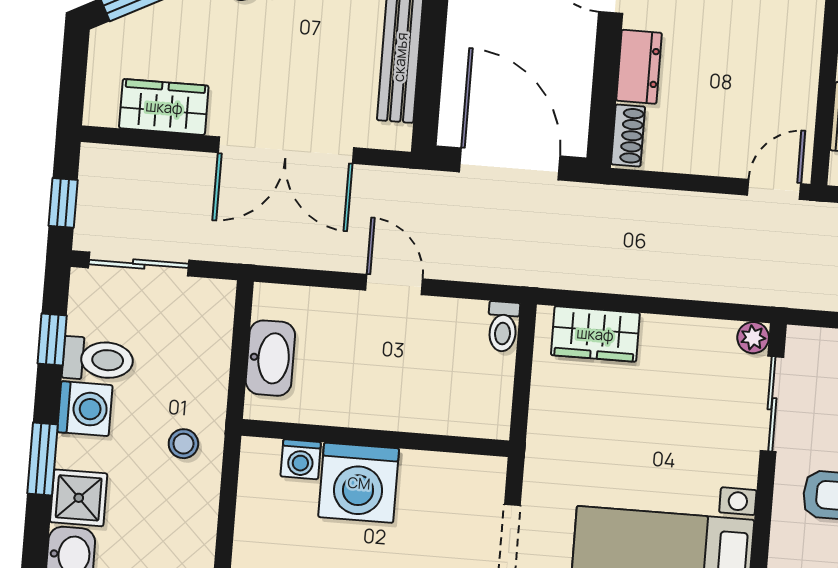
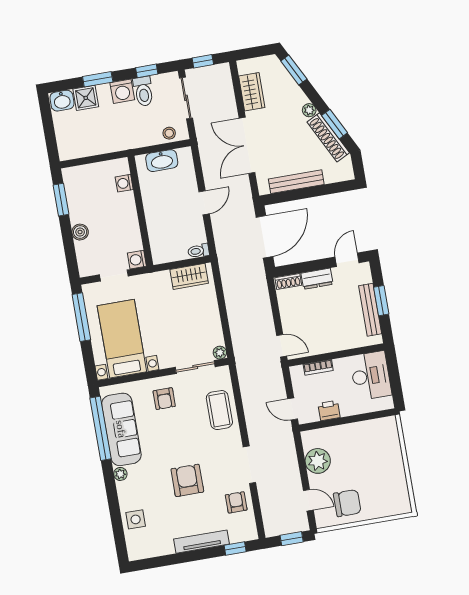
wardrobe: (595, 334) -> (189, 276), moved, turned -90
stool: (183, 444) -> (169, 133), moved
washing machine: (359, 483) -> (137, 260), moved, width x0.53, depth x0.53

